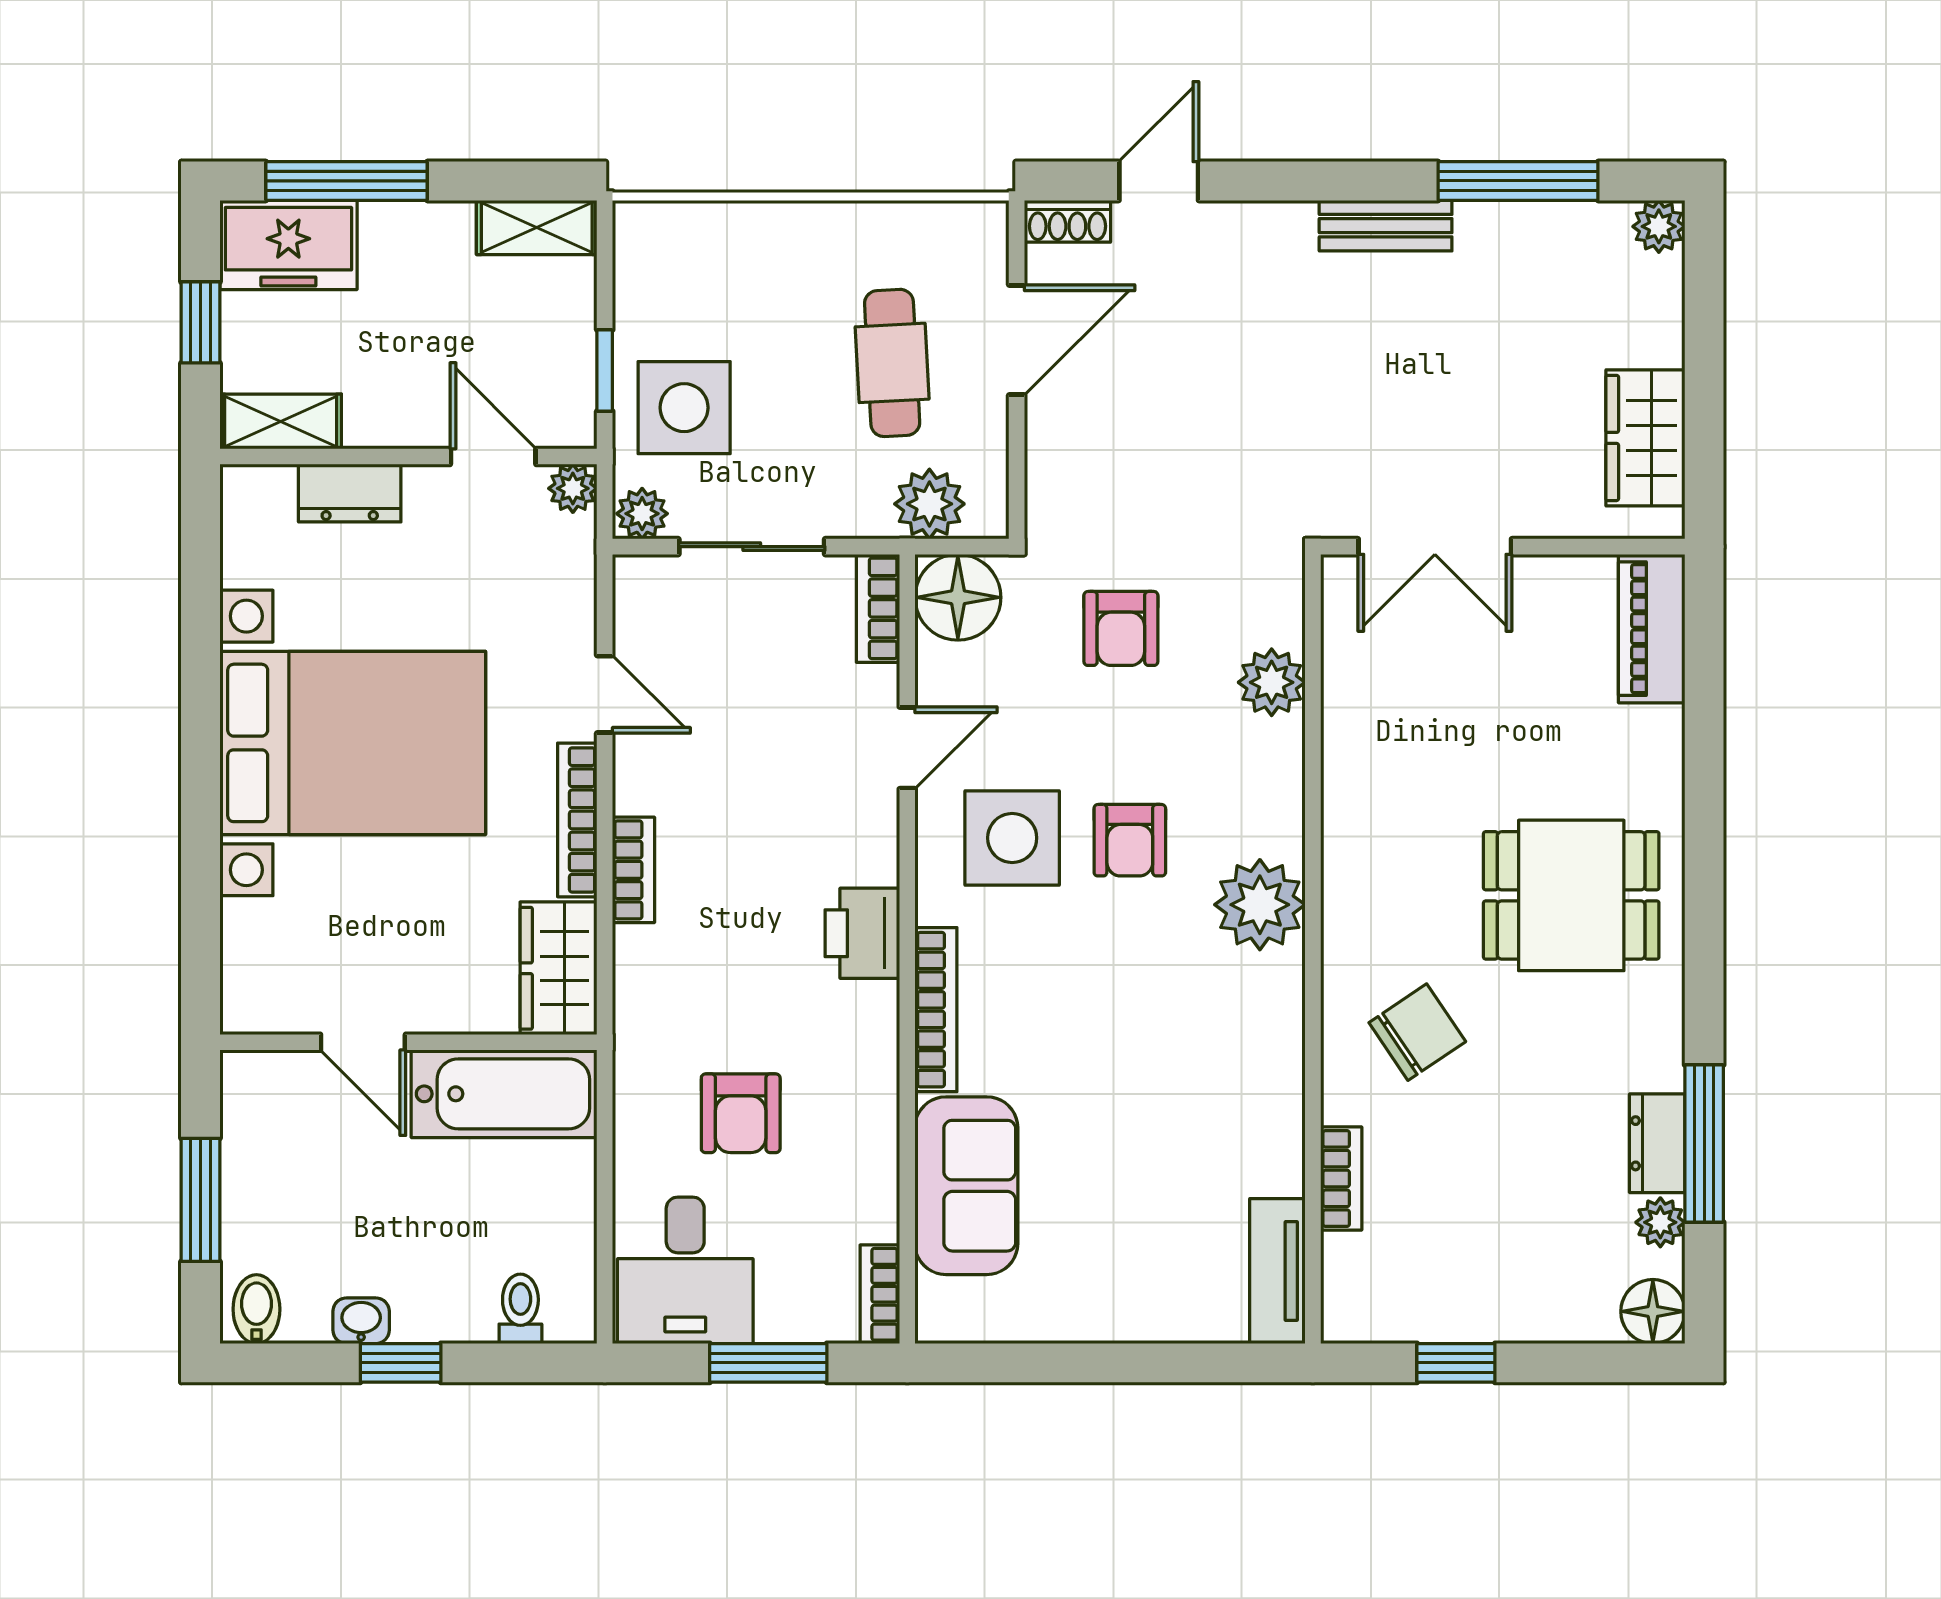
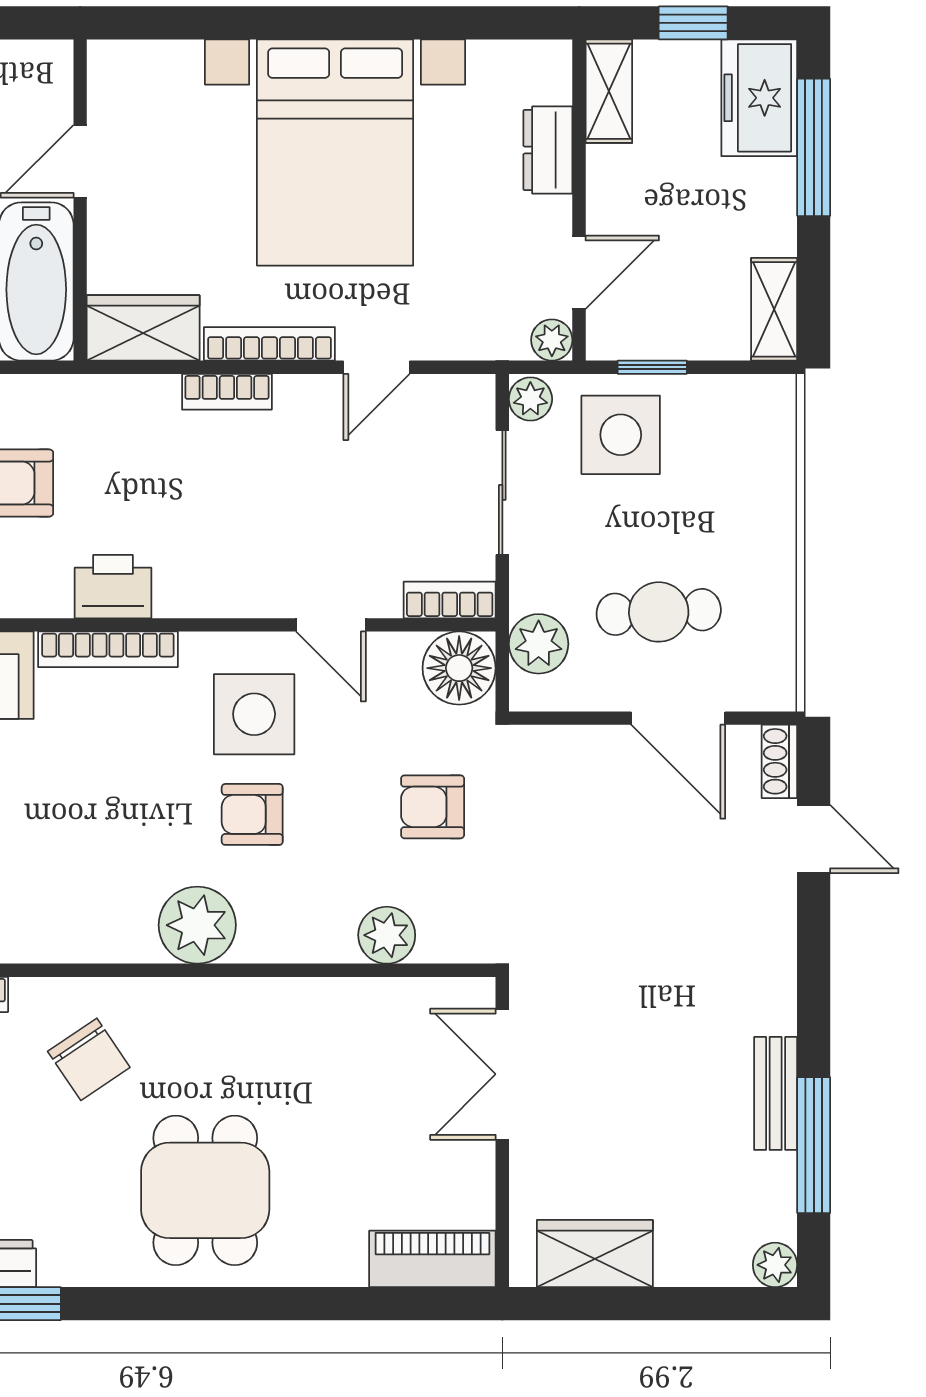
bench: (1386, 226) -> (776, 1093), moved
printer: (862, 933) -> (113, 587), moved

